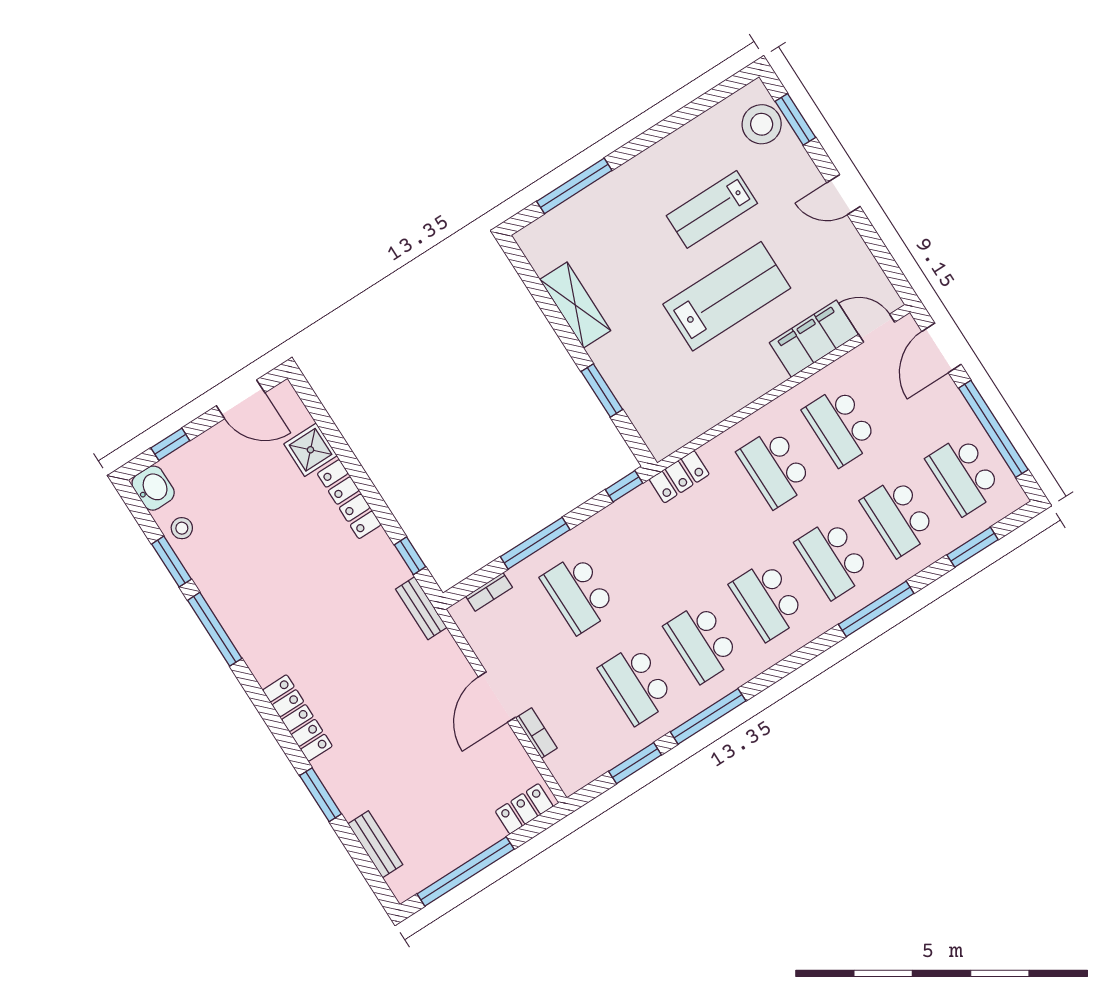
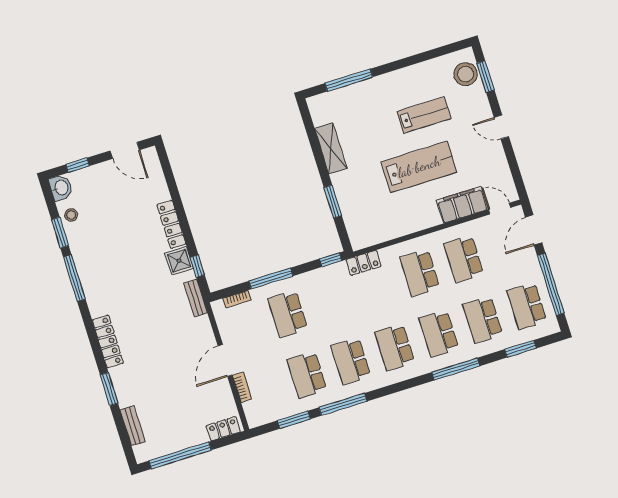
lab bench: (712, 209) -> (424, 115), turned 180
shower: (310, 450) -> (179, 261), moved

